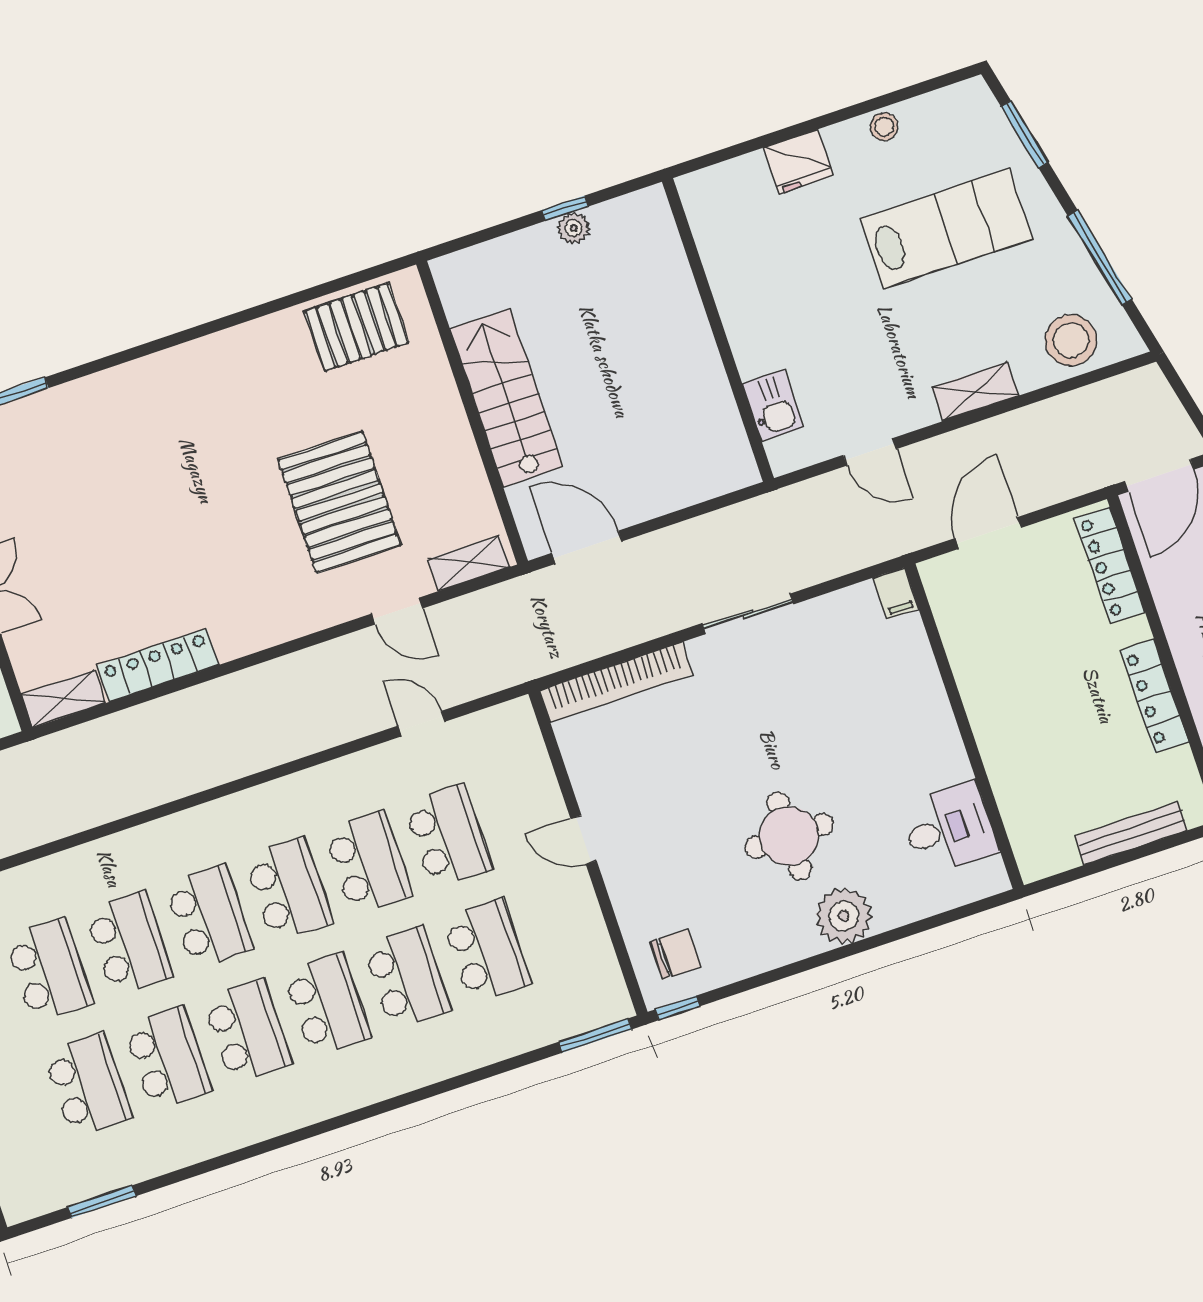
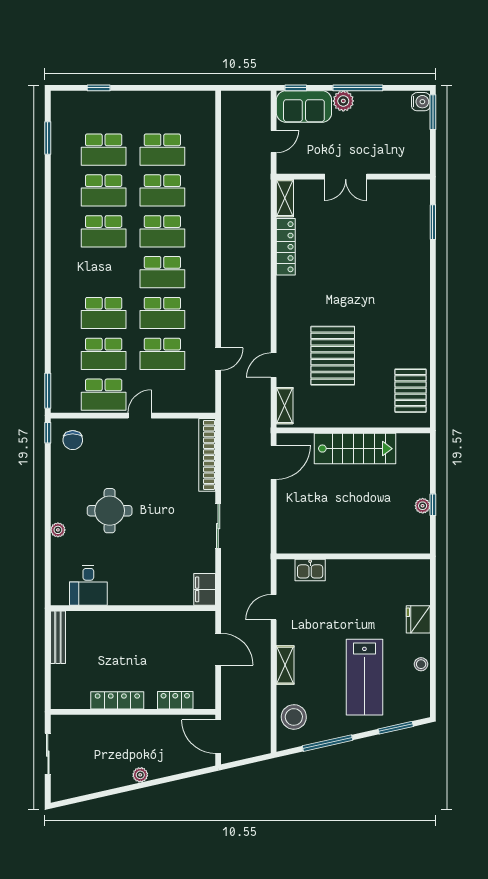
pallet: (340, 502) -> (333, 356), turned 90
locker: (1110, 565) -> (175, 700), width x0.66
filing cabinet: (896, 593) -> (205, 589), width x2.00
bench: (1131, 833) -> (58, 637), moved
plant: (844, 916) -> (58, 530), width x0.53, depth x0.53
school desk: (327, 1004) -> (104, 395), moved

